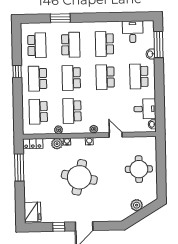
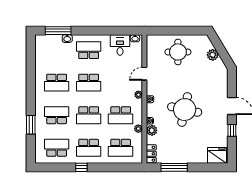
desk: (133, 32) -> (45, 55), removed
school desk: (139, 76) -> (89, 50), turned 180

